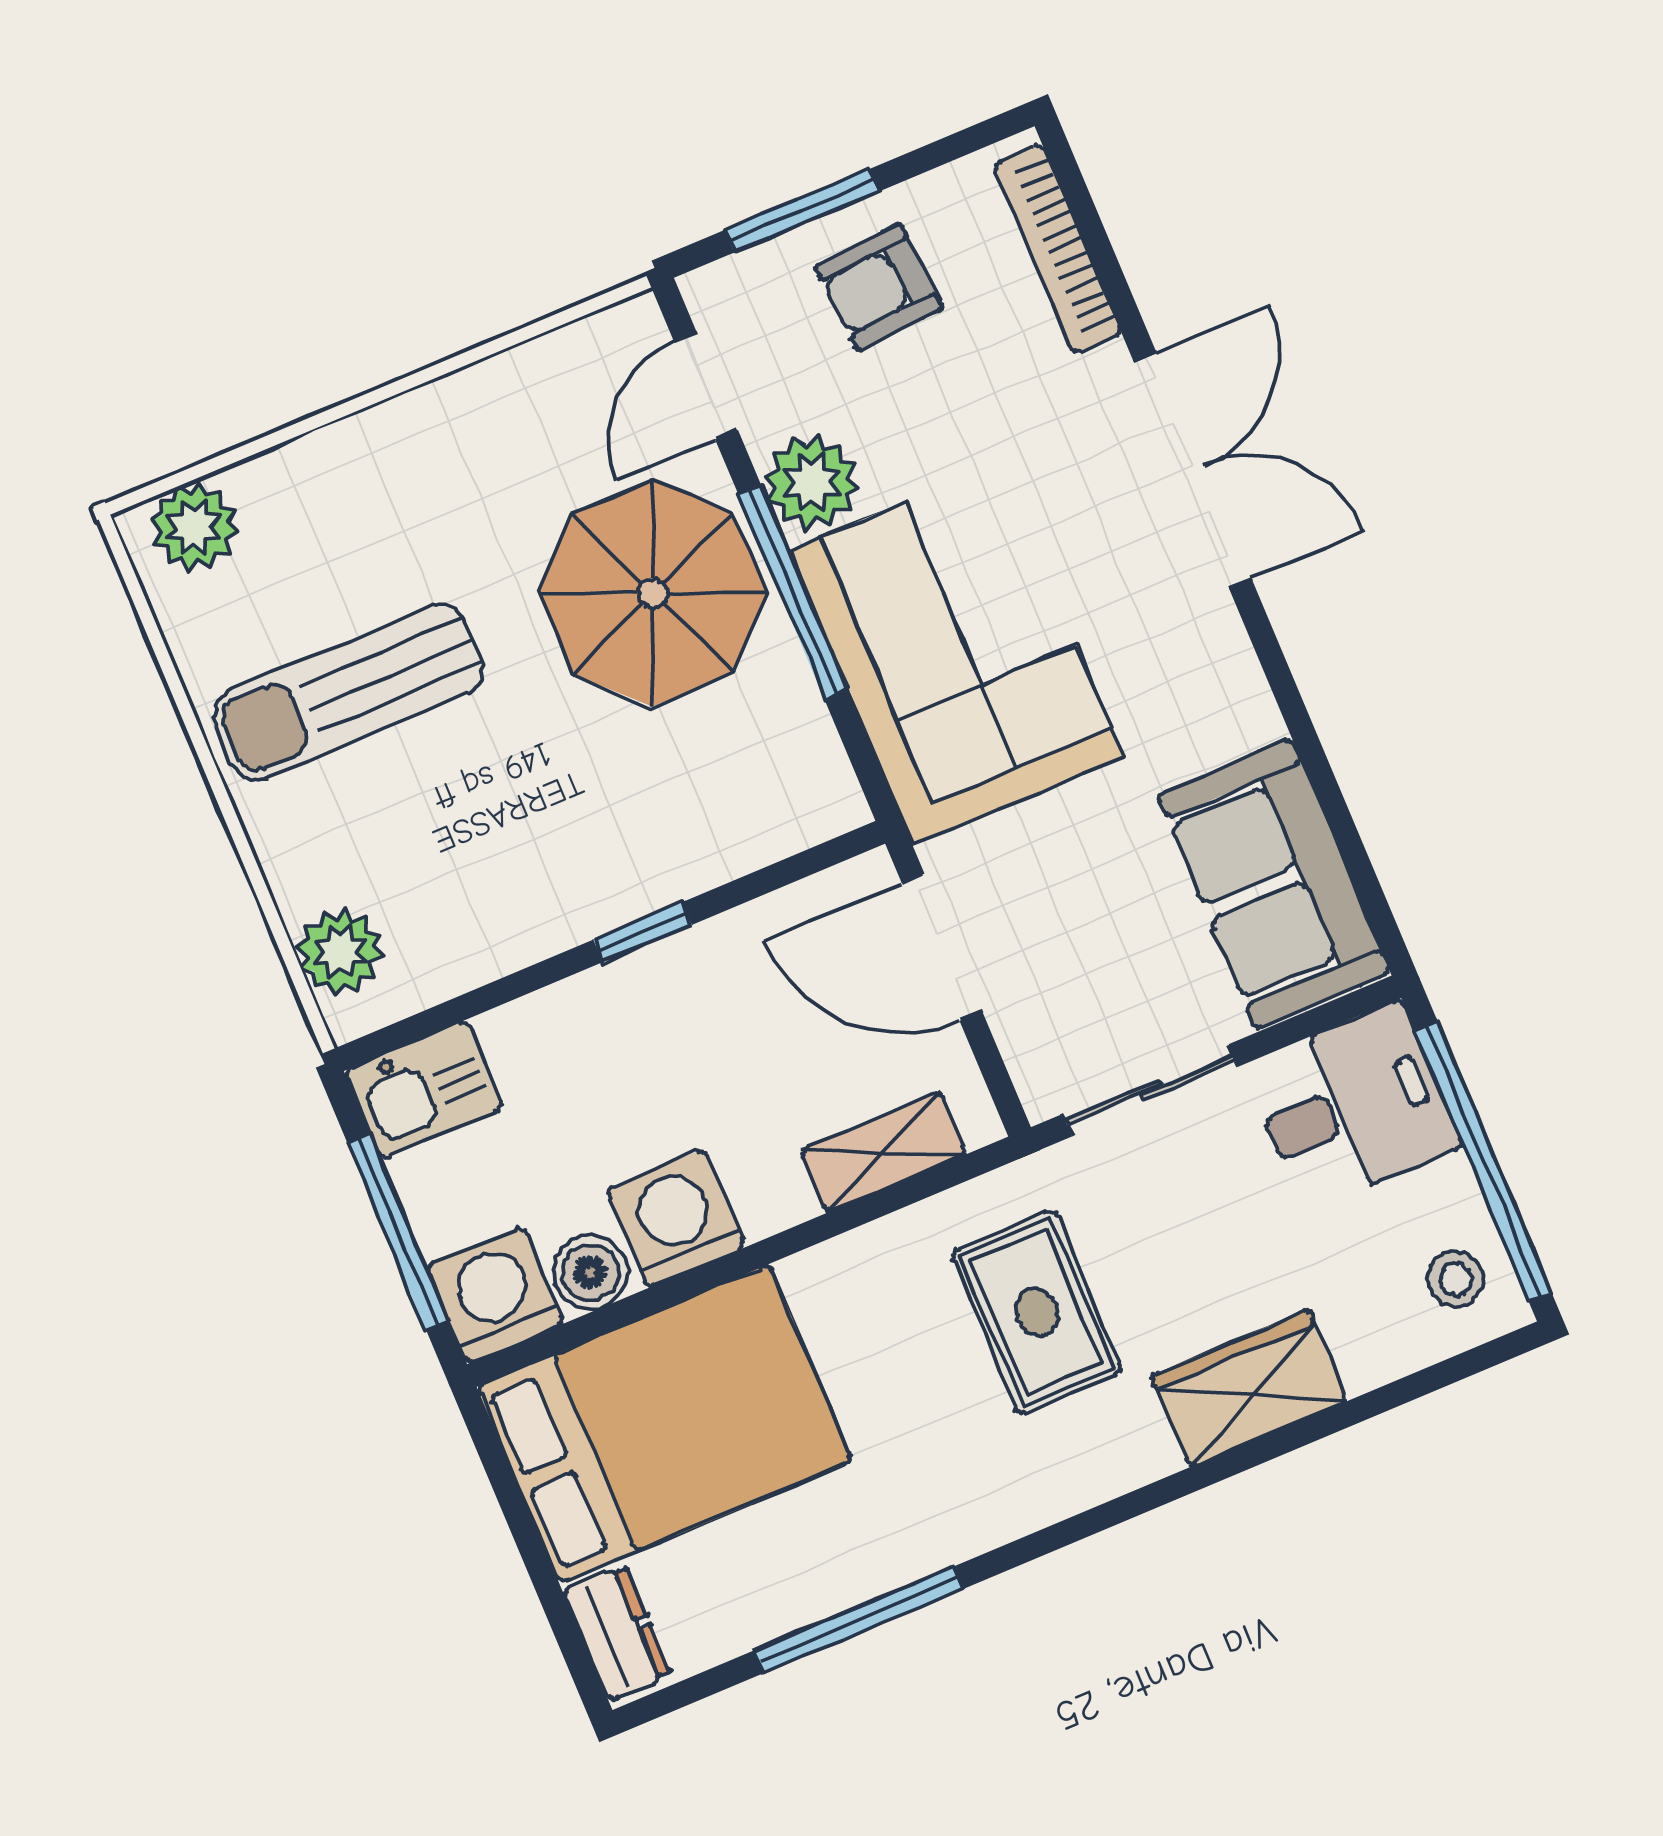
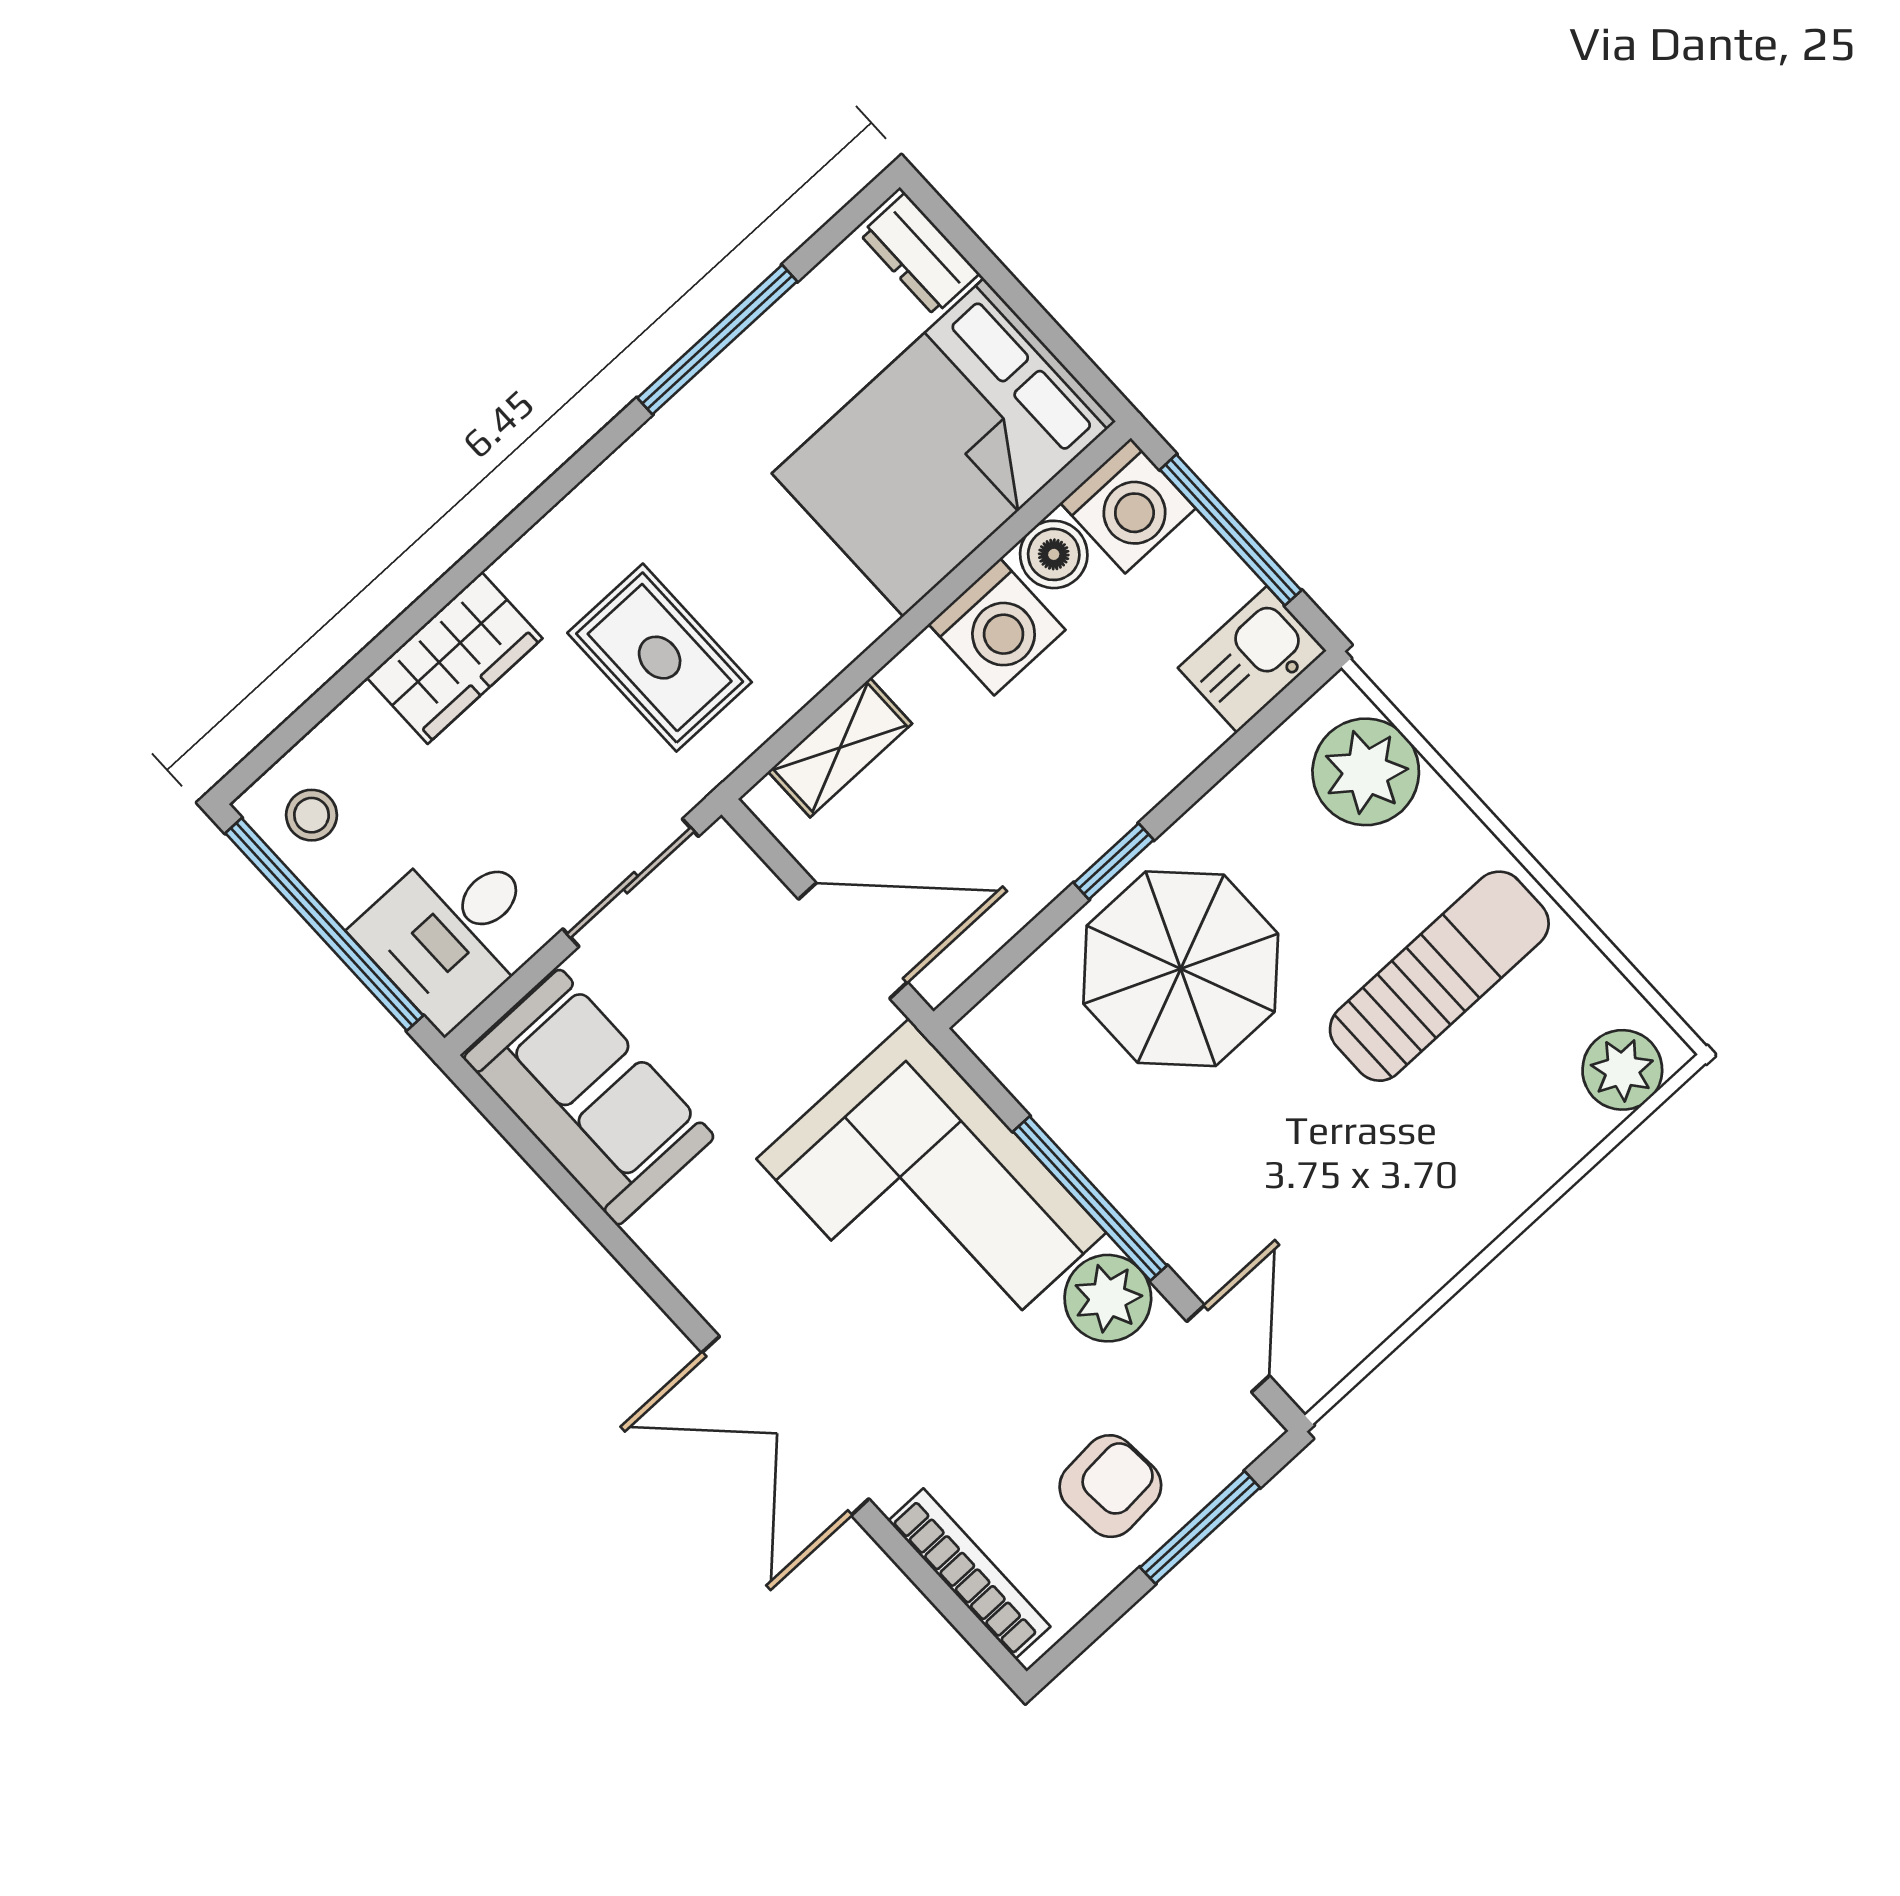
parasol: (653, 593) -> (1181, 969), moved
plant: (340, 951) -> (1366, 772), width x1.36, depth x1.36

